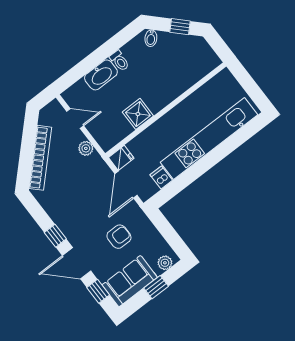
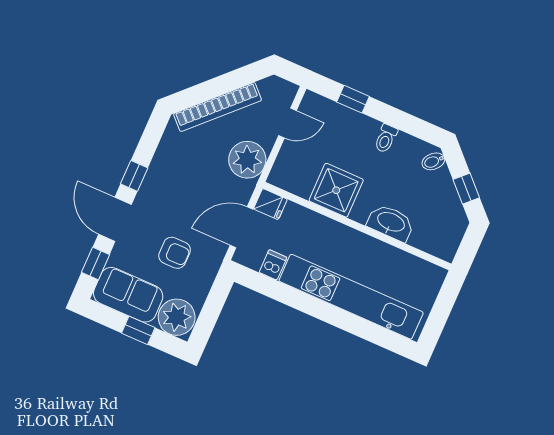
window: (83, 68) -> (353, 99), added
washbasin: (101, 75) -> (391, 223), moved, turned 180
shower: (138, 114) -> (336, 190), width x1.36, depth x1.36
door: (75, 119) -> (288, 123), hinge flipped
plant: (86, 148) -> (247, 160), width x1.87, depth x1.87
plant: (165, 263) -> (177, 317), width x1.88, depth x1.88

